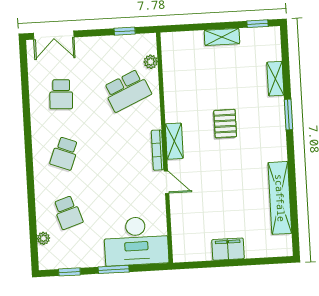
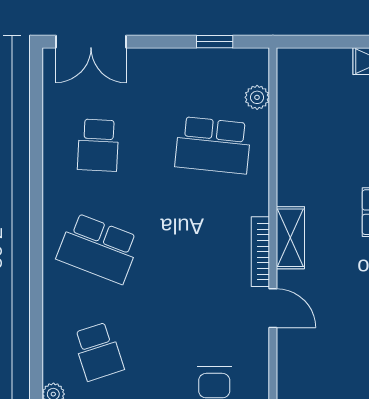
school desk: (127, 91) -> (213, 145), turned 30
school desk: (64, 153) -> (98, 248), width x1.85

